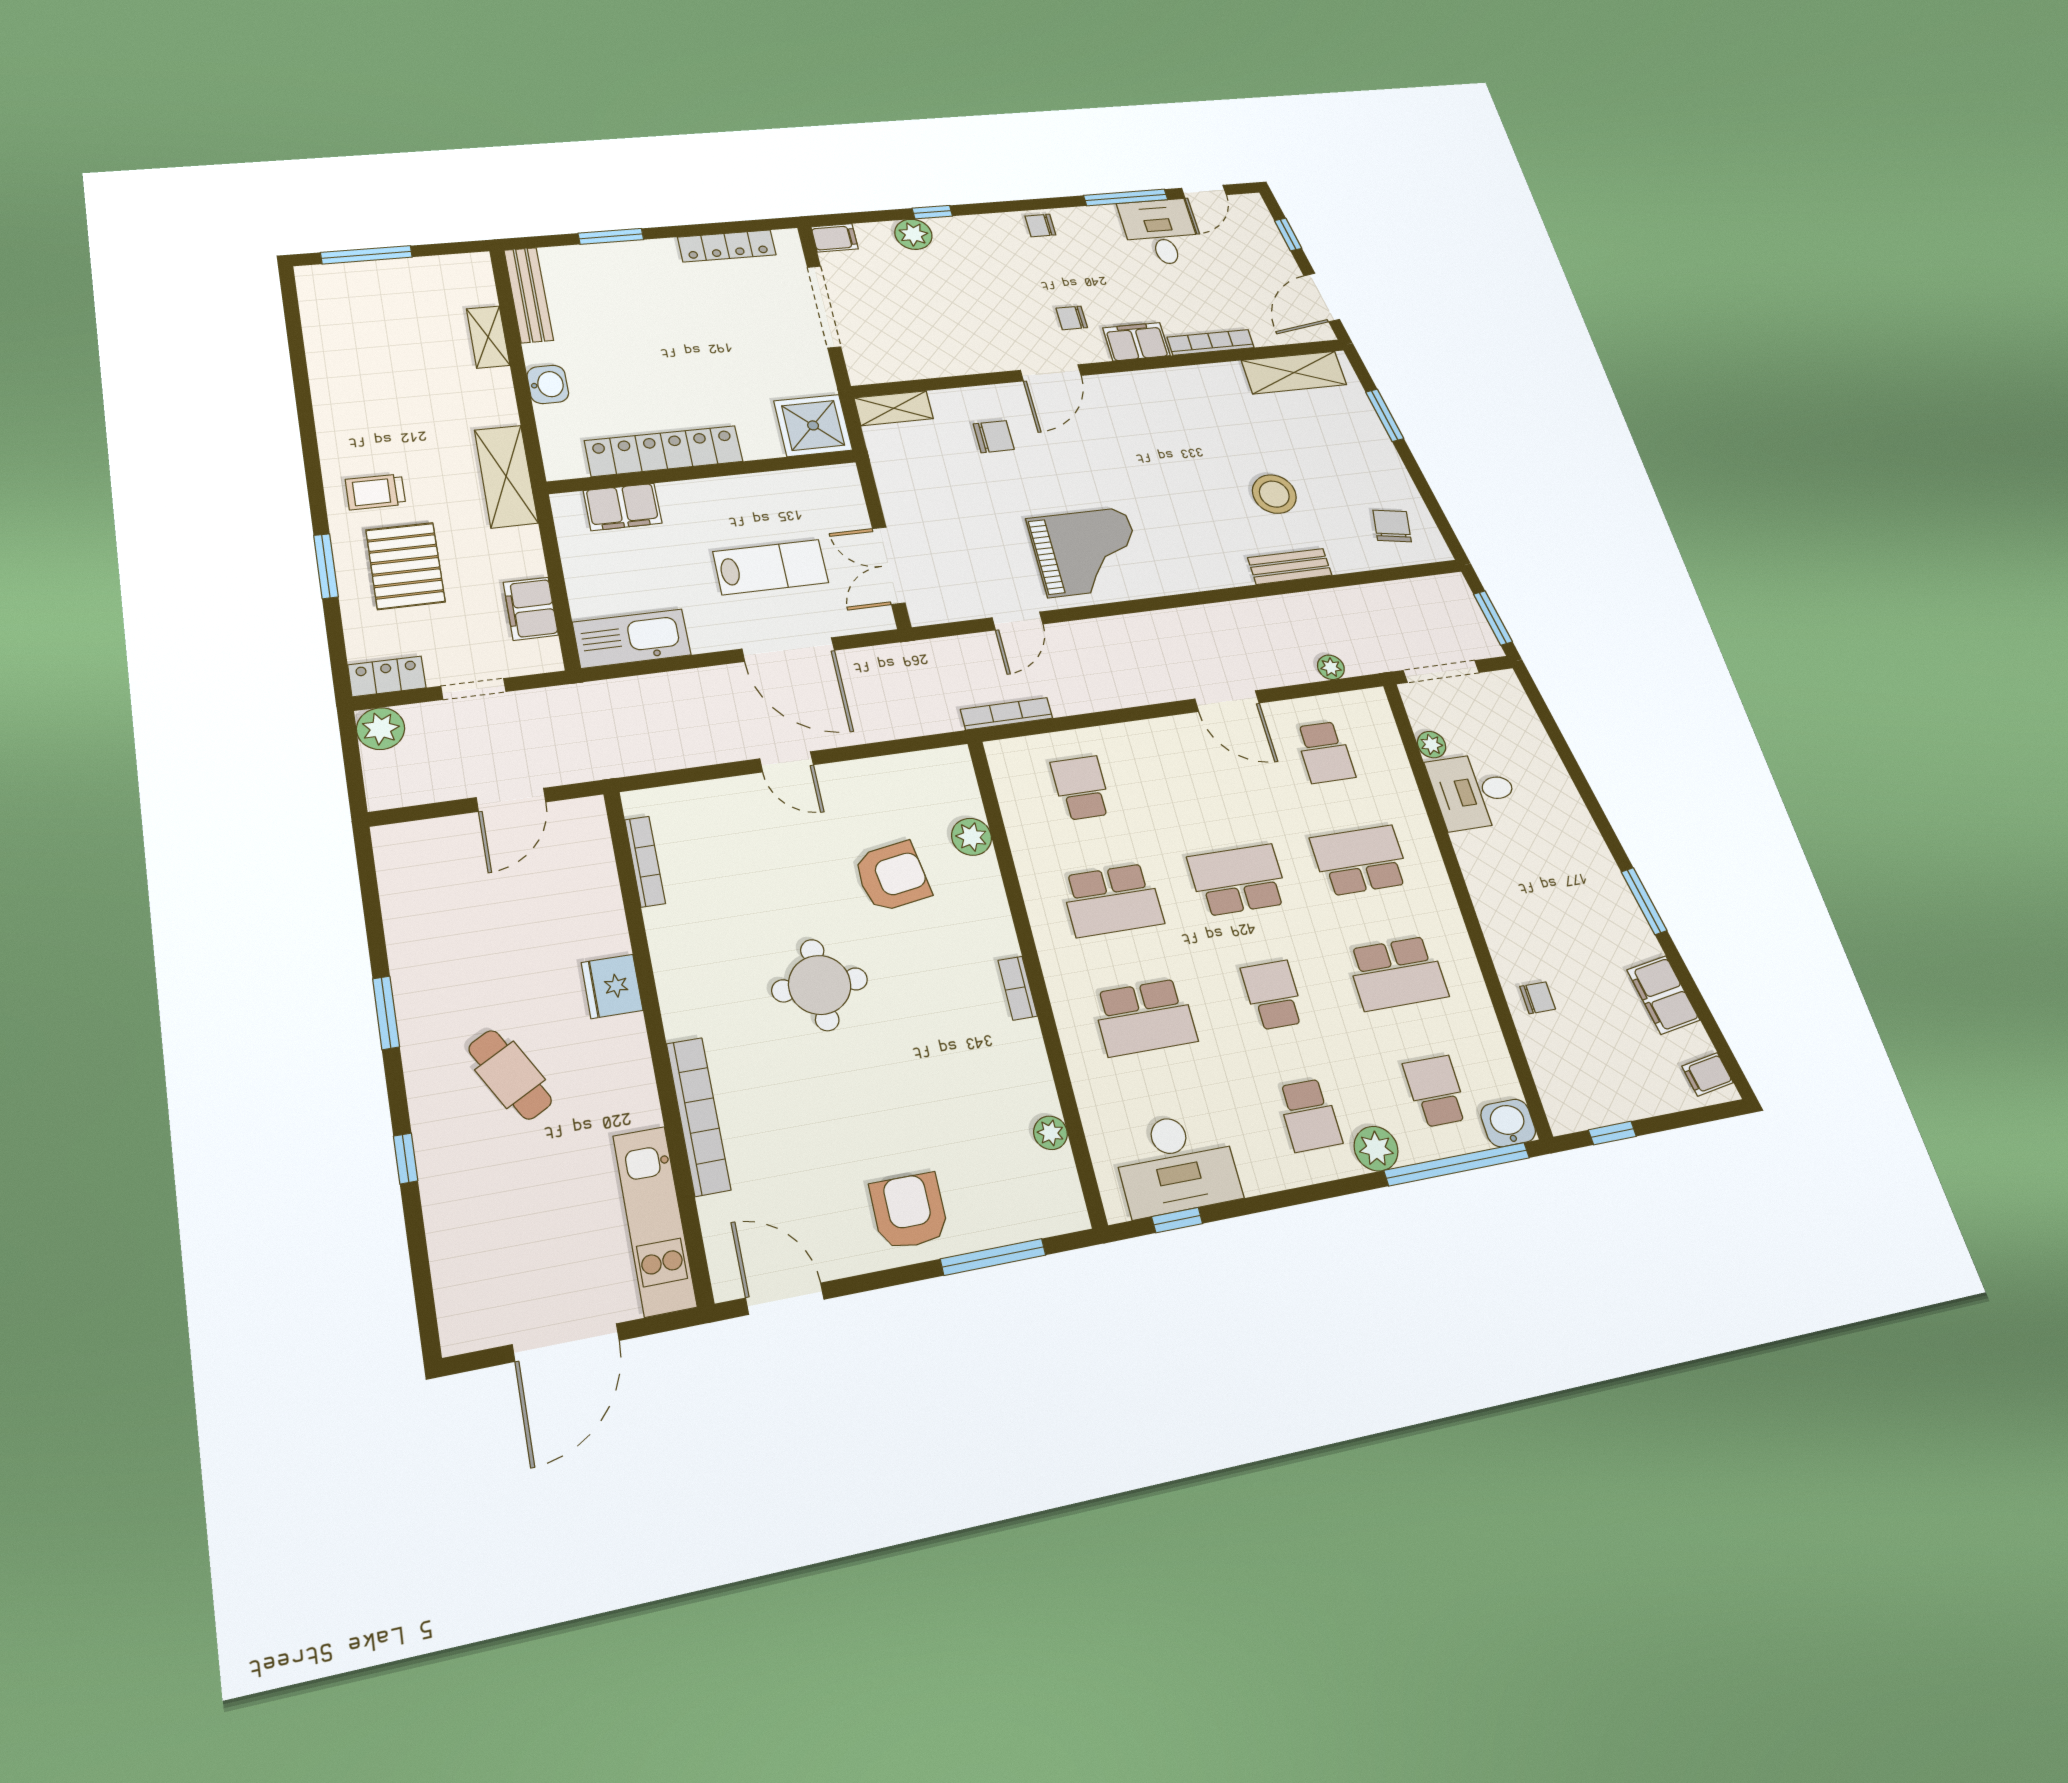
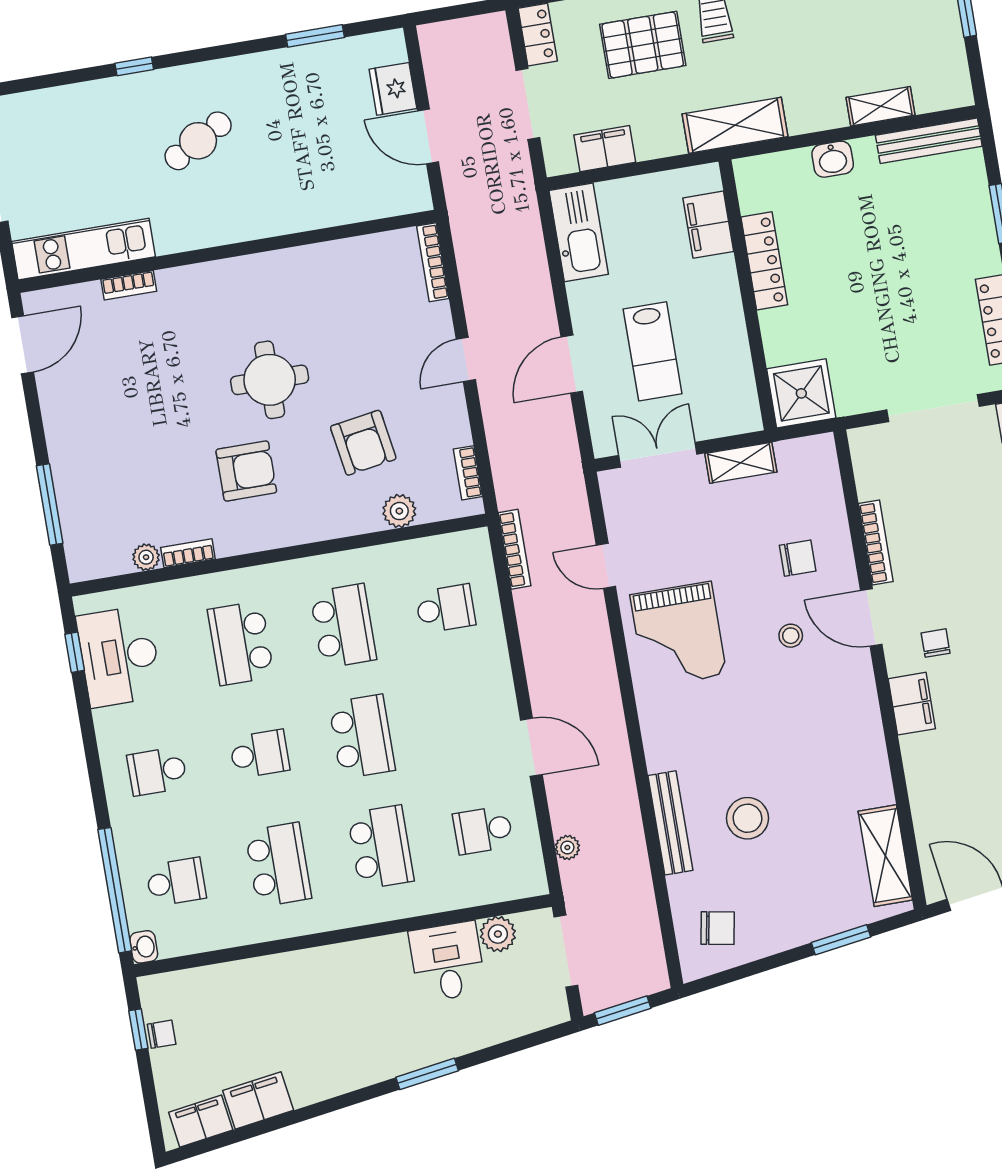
bookcase: (1211, 342) -> (876, 543), moved
shelving: (894, 408) -> (741, 463), moved, turned 90
chair: (994, 437) -> (798, 558), turned -90
stool: (1077, 446) -> (791, 636), added
locker: (664, 451) -> (764, 261), width x0.71, depth x0.83
bench: (1290, 566) -> (670, 823), width x1.36
door: (788, 650) -> (572, 364), width x0.73
doorway: (473, 689) -> (528, 104), width x1.38
door: (1227, 701) -> (531, 747), swing flipped
plant: (381, 729) -> (490, 32), removed
plant: (1432, 745) -> (498, 934), width x1.38, depth x1.38
bookcase: (921, 762) -> (468, 473), added
bookcase: (645, 861) -> (433, 262), moved, turned 90
school desk: (1112, 900) -> (343, 626), turned 180
window: (1644, 901) -> (427, 1074), moved
school desk: (1397, 973) -> (278, 865), turned 180
fridge: (612, 986) -> (393, 89), moved, turned -90
bookcase: (1018, 988) -> (188, 553), moved
chair: (1538, 998) -> (162, 1034), moved, turned -90
window: (386, 1013) -> (315, 36), moved
filing cabinet: (1708, 1074) -> (201, 1121), width x2.00
bookcase: (698, 1116) -> (129, 285), width x0.43, depth x0.76
washbasin: (1508, 1123) -> (144, 947), width x0.72, depth x0.69
plant: (1376, 1149) -> (129, 824), removed
armchair: (909, 1211) -> (246, 471), moved

